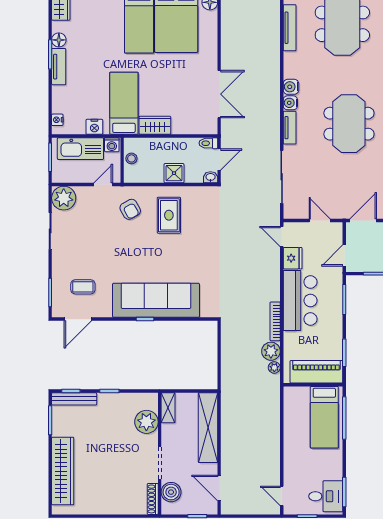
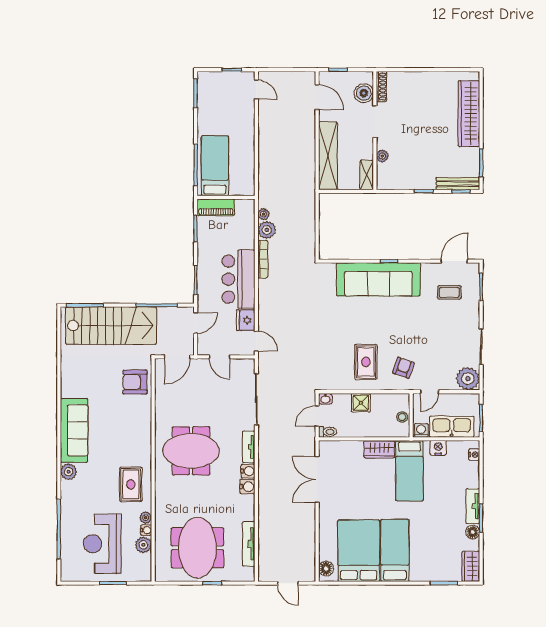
meeting table: (349, 124) -> (191, 451), turned 90
armchair: (130, 209) -> (403, 368), turned 48
piano: (316, 372) -> (216, 207), width x0.73, depth x0.75
plant: (146, 422) -> (382, 156), width x0.53, depth x0.53
desk: (326, 496) -> (213, 89), removed

